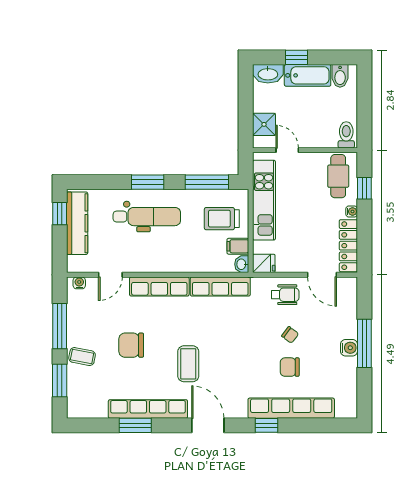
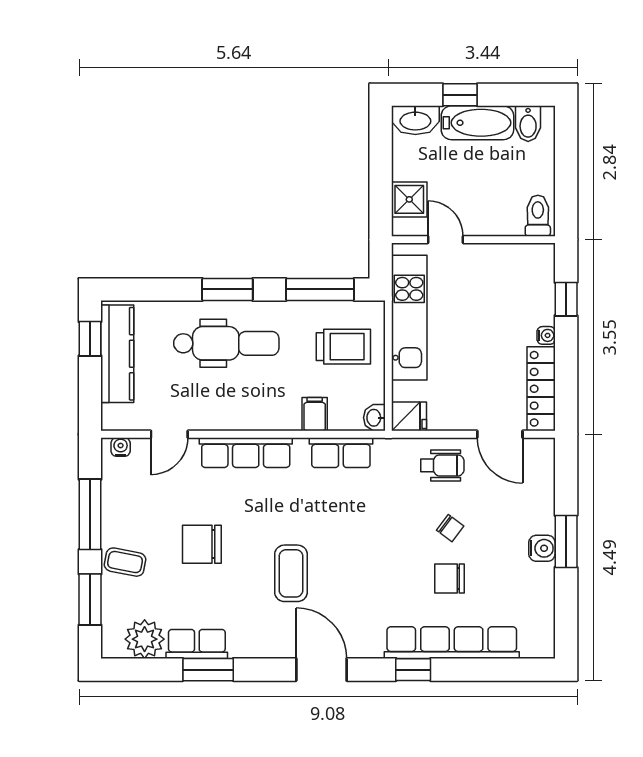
cafe table: (338, 176) -> (525, 280), removed
trolley: (222, 219) -> (343, 347), turned 180
filing cabinet: (238, 246) -> (315, 414), moved, turned 90
row of seats: (220, 287) -> (341, 453), width x0.68
window: (364, 343) -> (566, 541), width x0.69
plant: (95, 406) -> (145, 639), added
row of seats: (148, 409) -> (197, 644), width x0.50

